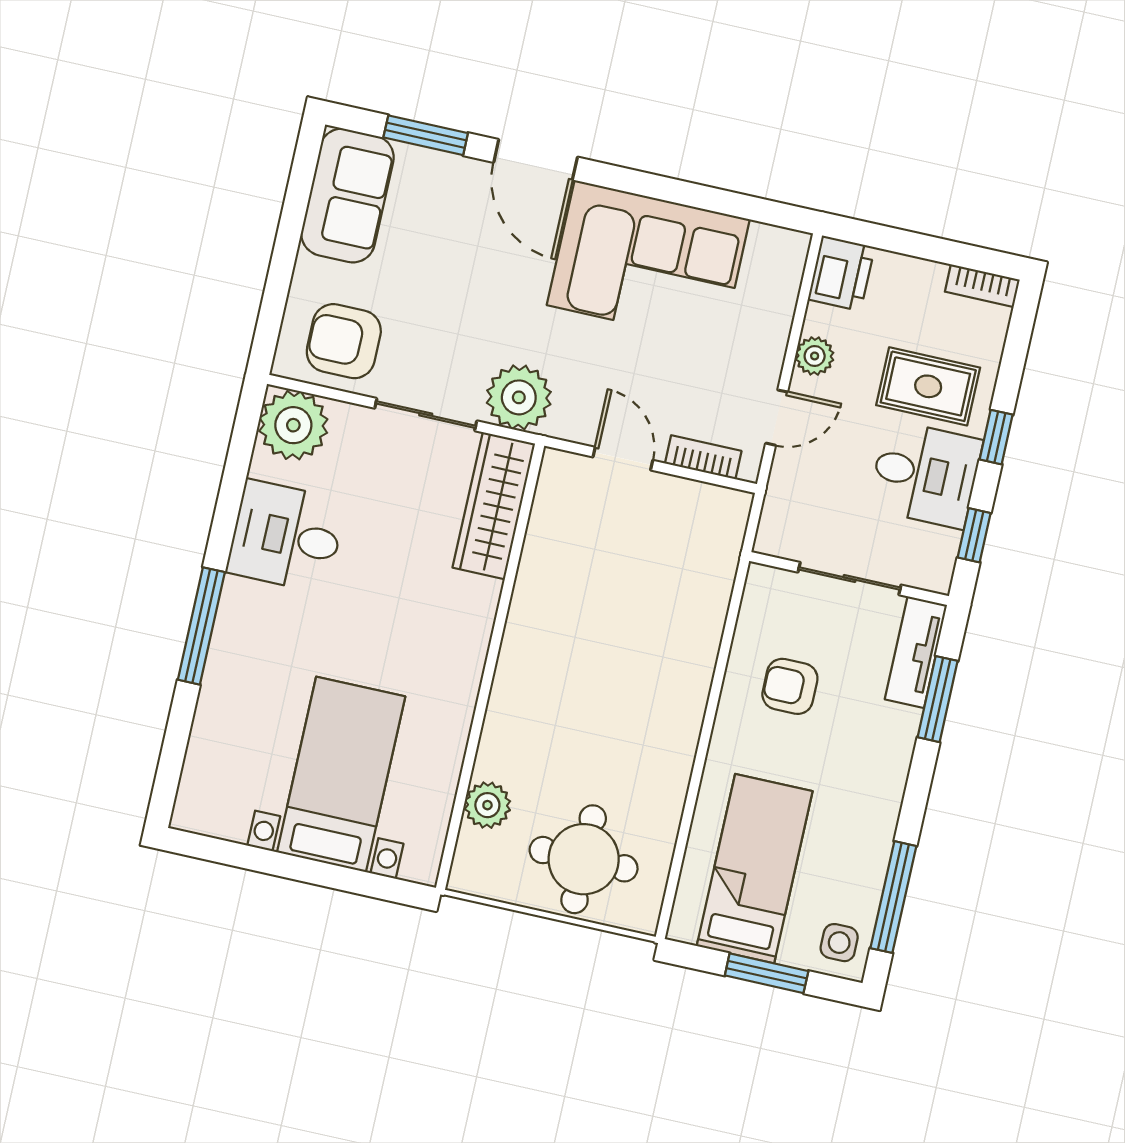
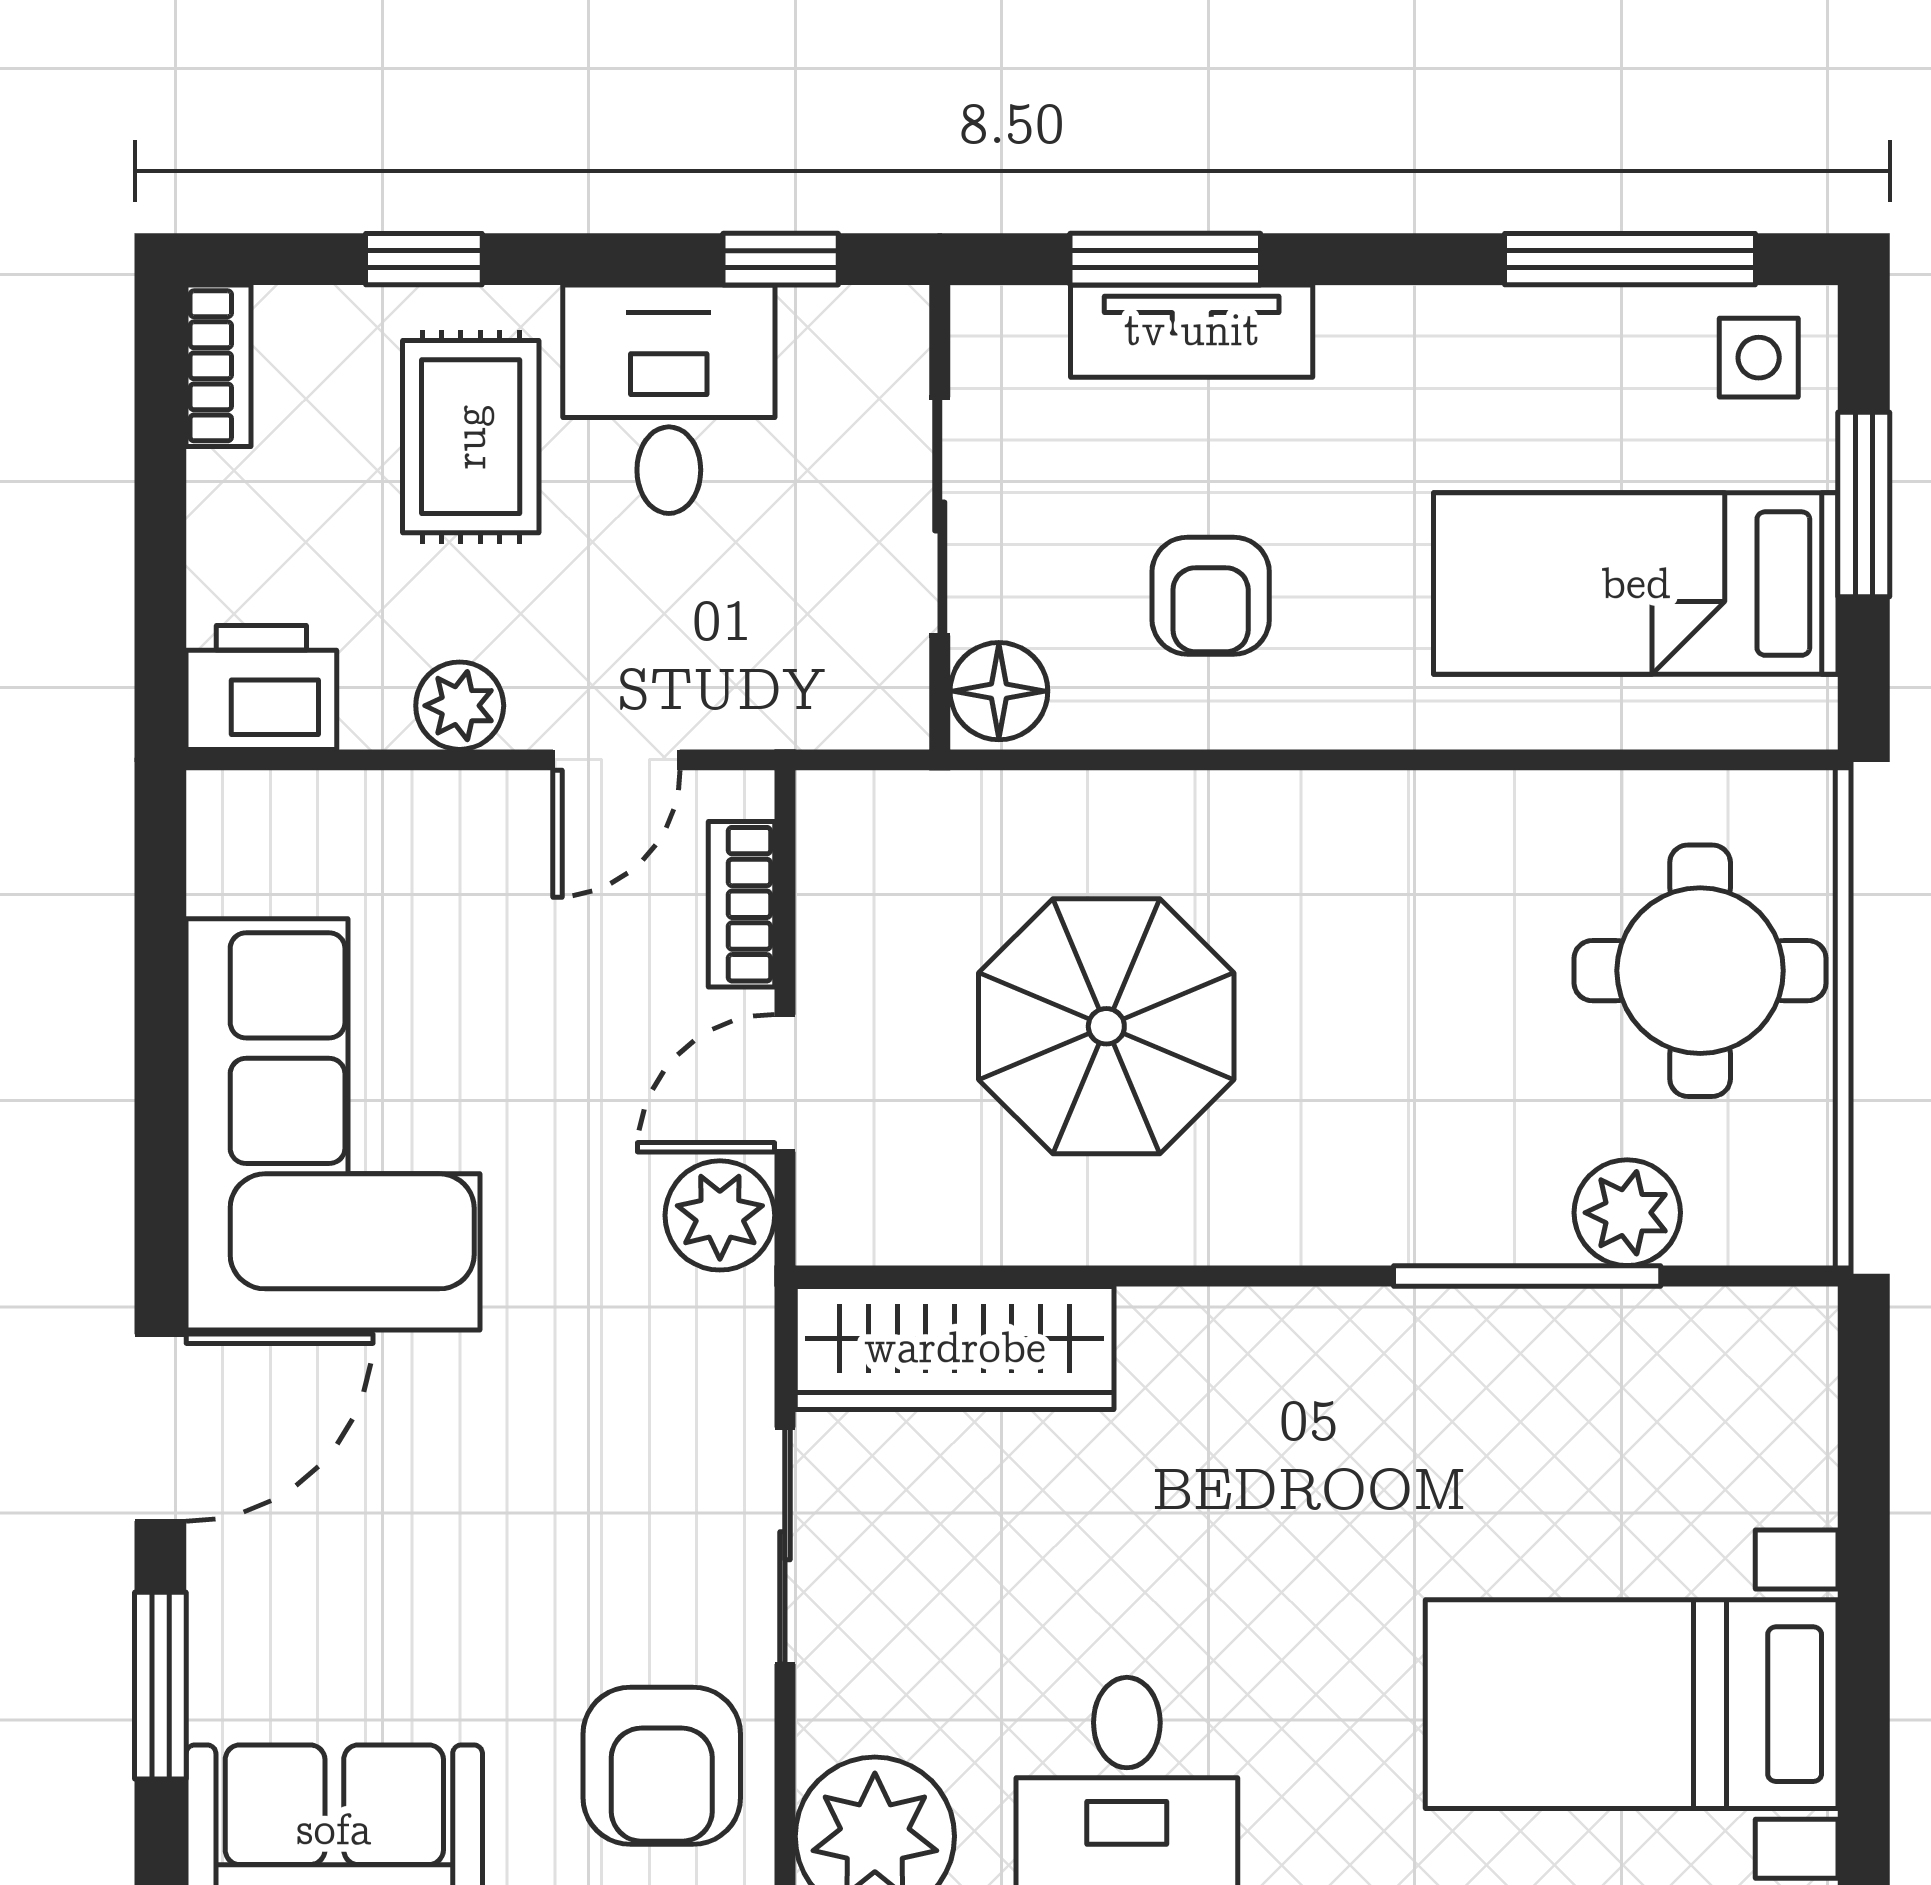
plant: (519, 397) -> (720, 1215), moved, width x0.73, depth x0.73
door: (777, 418) -> (616, 760), swing flipped
window: (996, 437) -> (424, 259), moved
floor lamp: (769, 587) -> (999, 691), added
parasol: (616, 601) -> (1106, 1026), added
tv unit: (916, 652) -> (1192, 331), moved
window: (470, 756) -> (1527, 1276), added
bed with nightstands: (341, 774) -> (1632, 1704), moved

